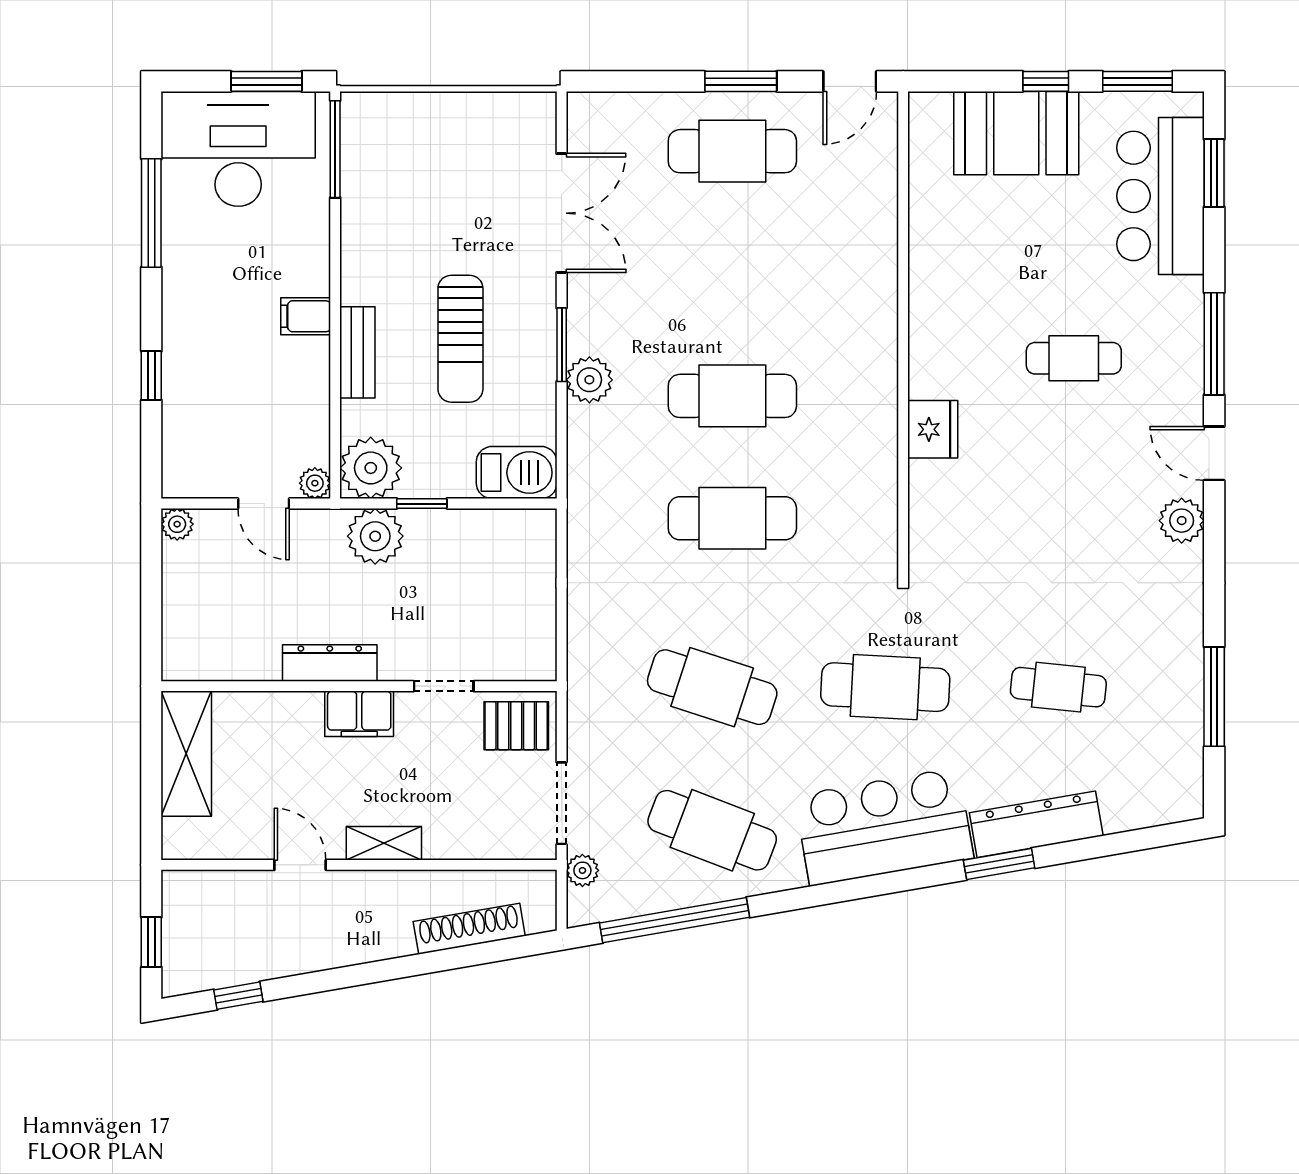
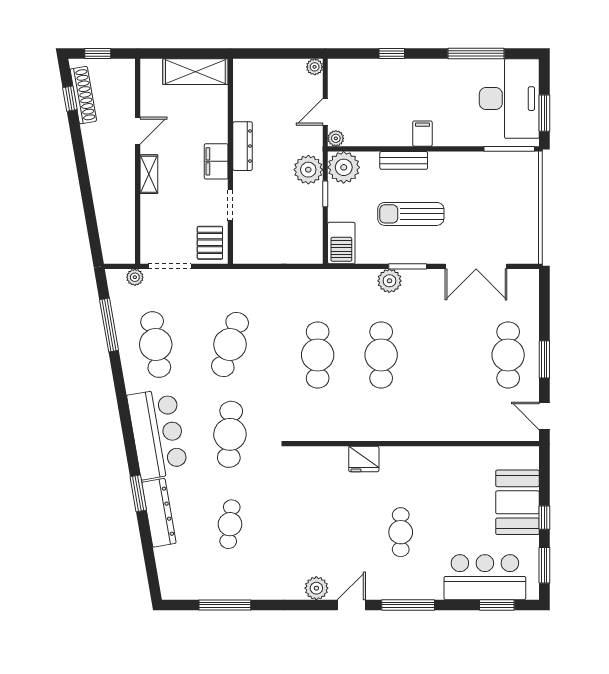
cafe table: (712, 830) -> (156, 345), turned -30
window: (675, 920) -> (109, 325), width x0.68
shoe rack: (469, 929) -> (83, 95), moved

